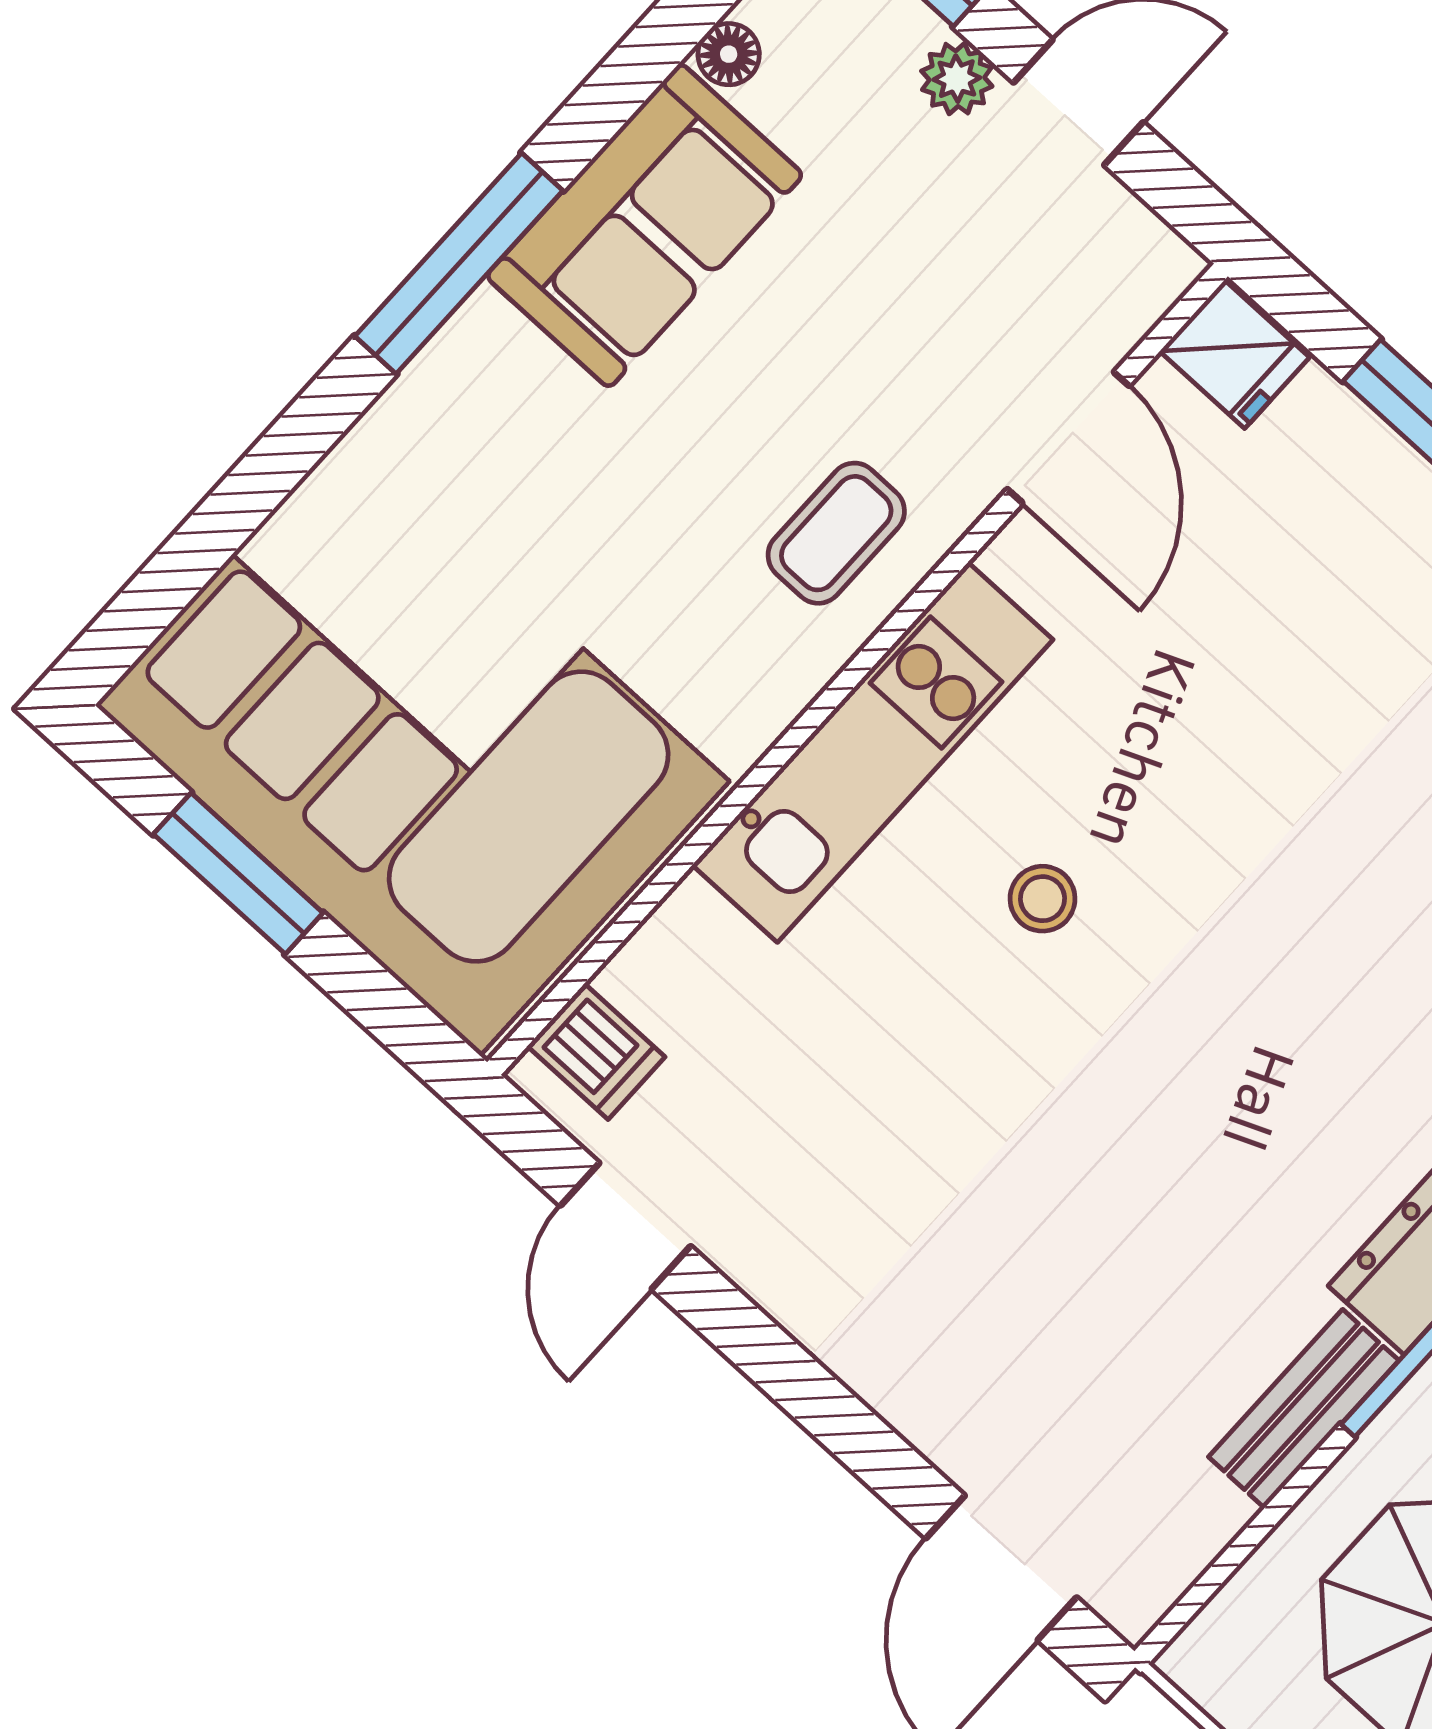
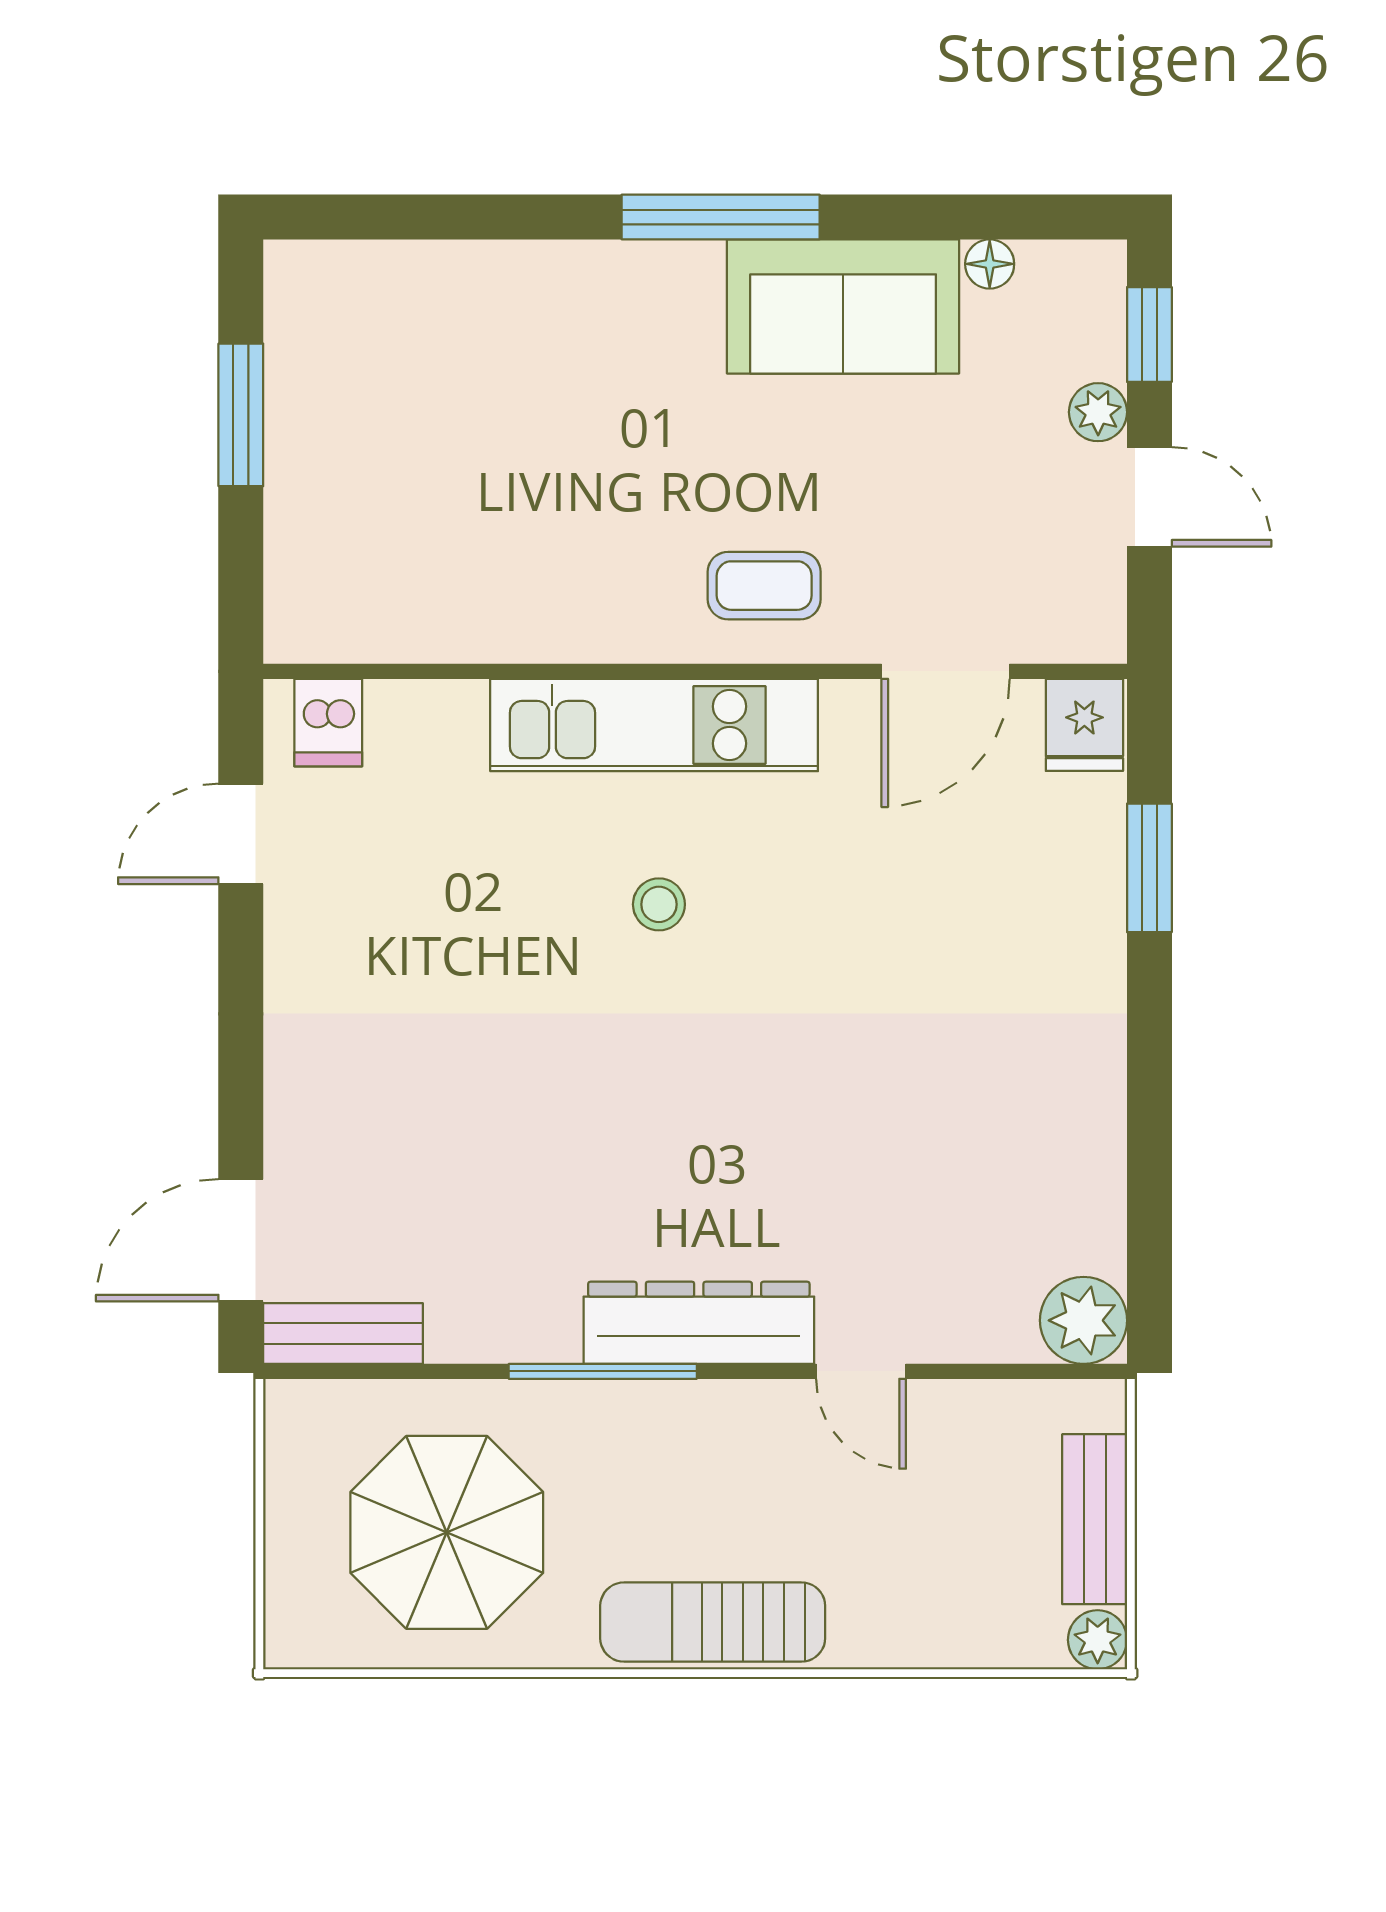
corner sofa: (412, 743) -> (412, 448), removed
bench: (1304, 1409) -> (343, 1333), moved

